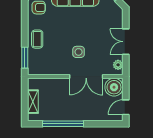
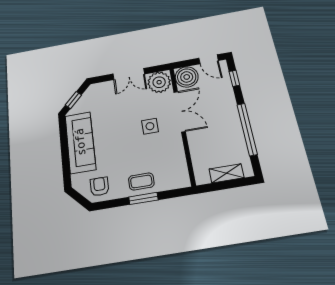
window: (25, 58) -> (143, 198), moved
plant: (118, 65) -> (159, 82), width x1.88, depth x1.88
window: (105, 124) -> (234, 78), added

